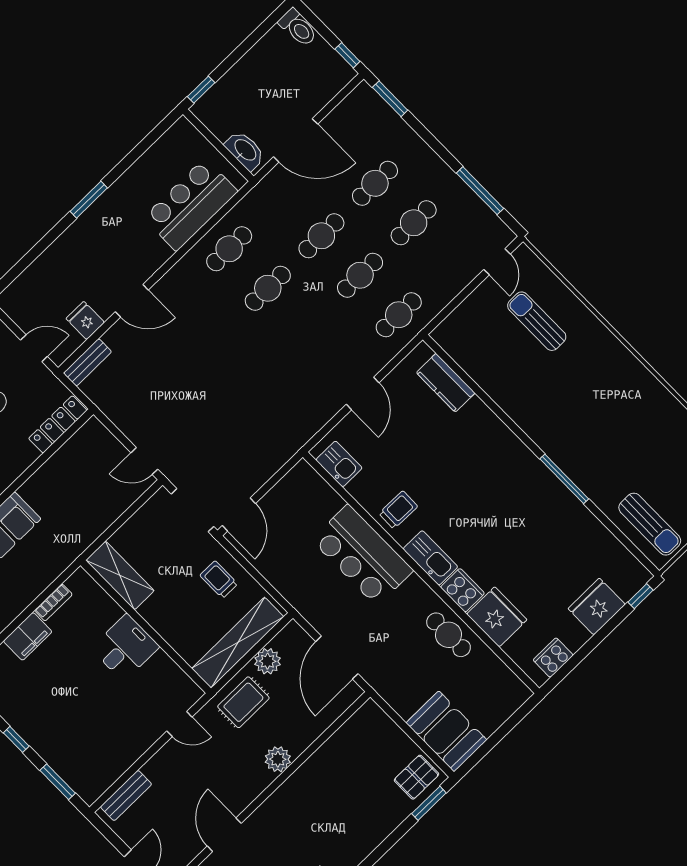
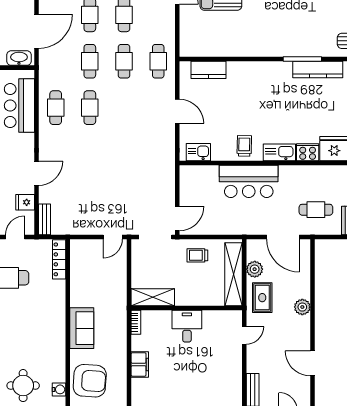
kitchen counter: (570, 508) -> (318, 70), added
door: (239, 515) -> (177, 218), hinge flipped
bookcase: (53, 602) -> (136, 322), moved
cafe table: (449, 635) -> (316, 210), moved

